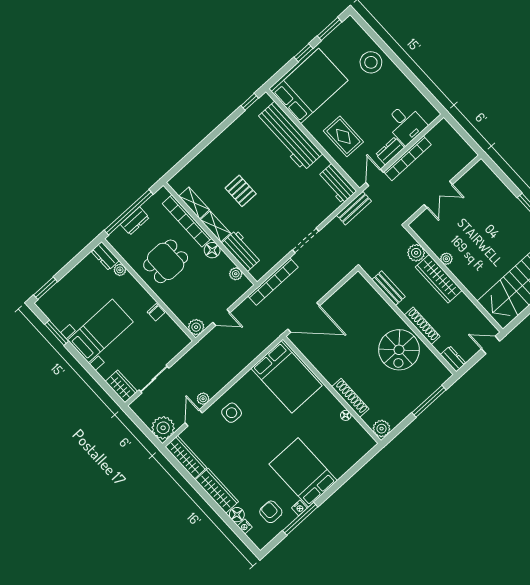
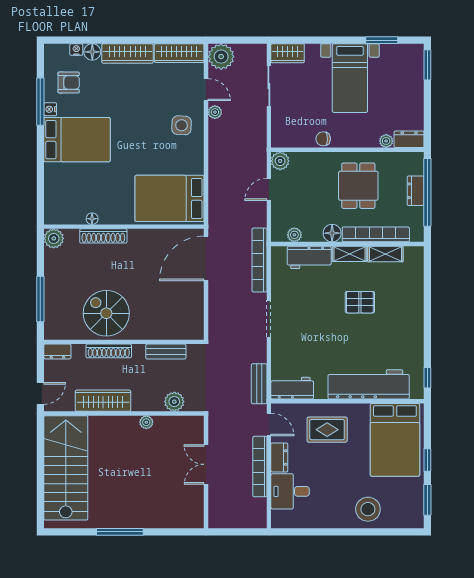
wardrobe: (439, 279) -> (103, 401), moved

